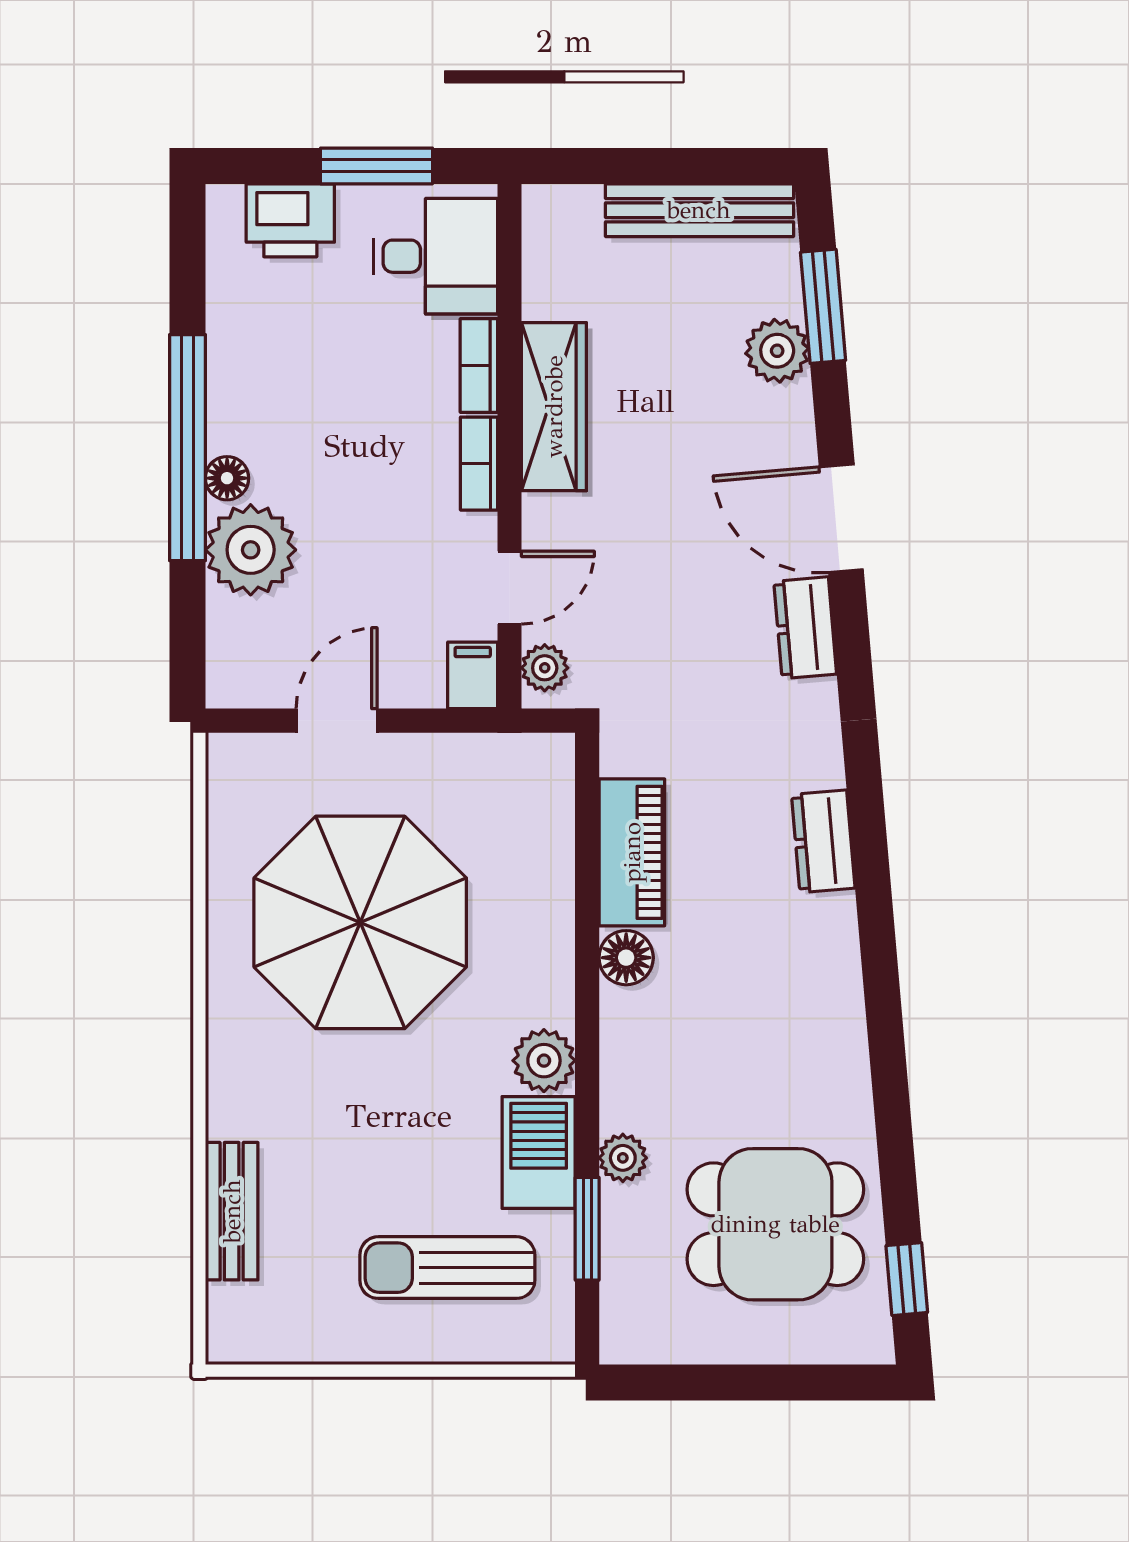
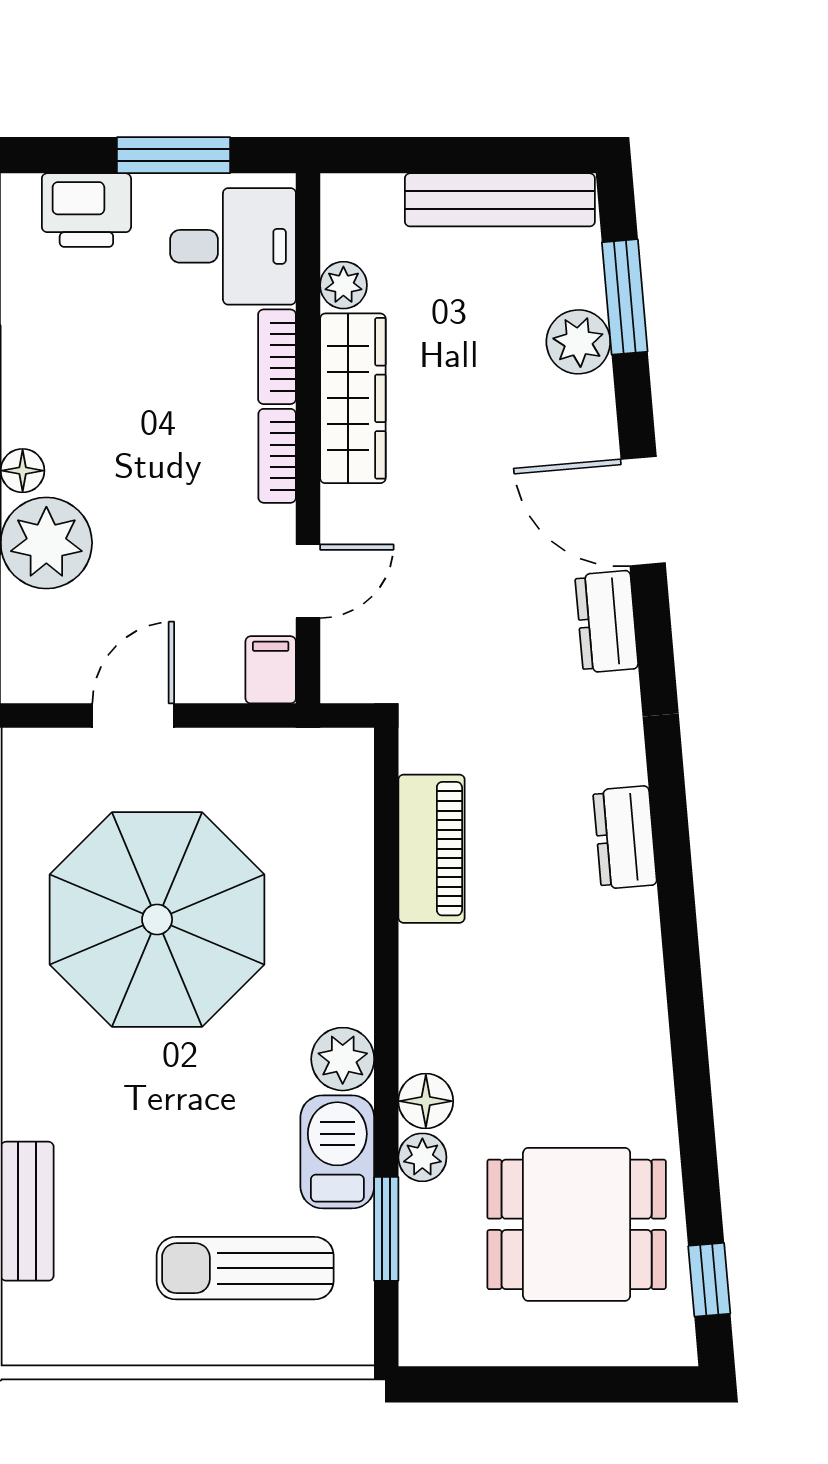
plant: (545, 668) -> (343, 285), moved
floor lamp: (626, 958) -> (426, 1101), moved

